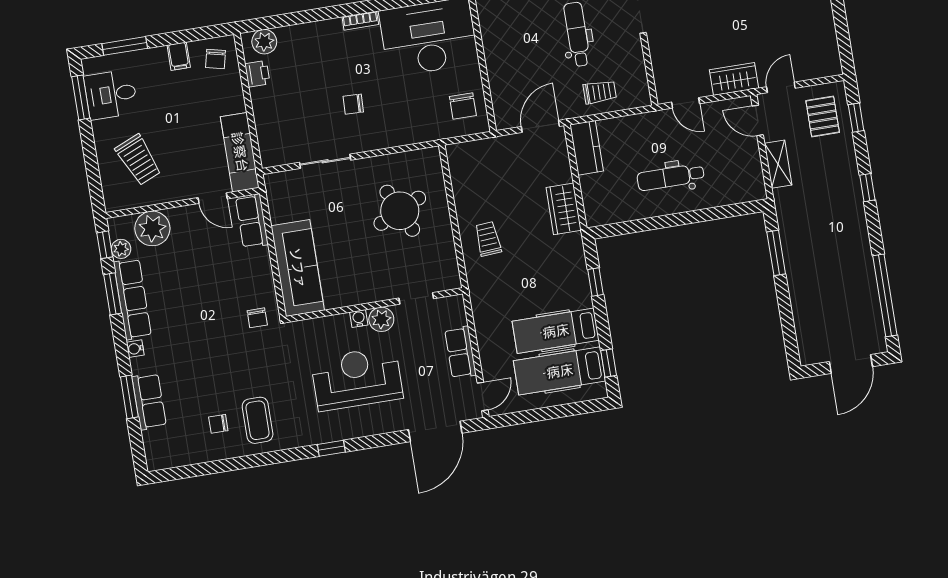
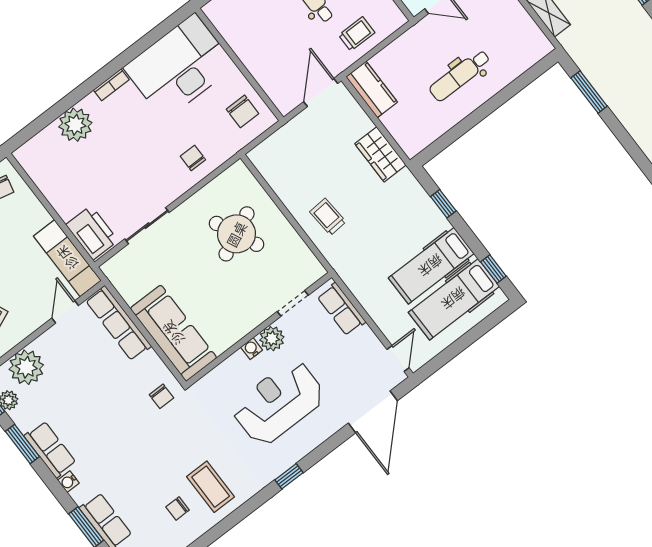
plant: (264, 42) -> (75, 125), moved, width x1.36, depth x1.36
printer: (257, 74) -> (92, 233), moved, width x1.87, depth x1.48
chair: (353, 104) -> (193, 158), moved, turned 88
door: (213, 198) -> (65, 312), swing flipped
row of seats: (252, 221) -> (118, 323), width x1.48
row of seats: (132, 299) -> (50, 449), width x0.68
row of seats: (460, 352) -> (341, 309), moved

